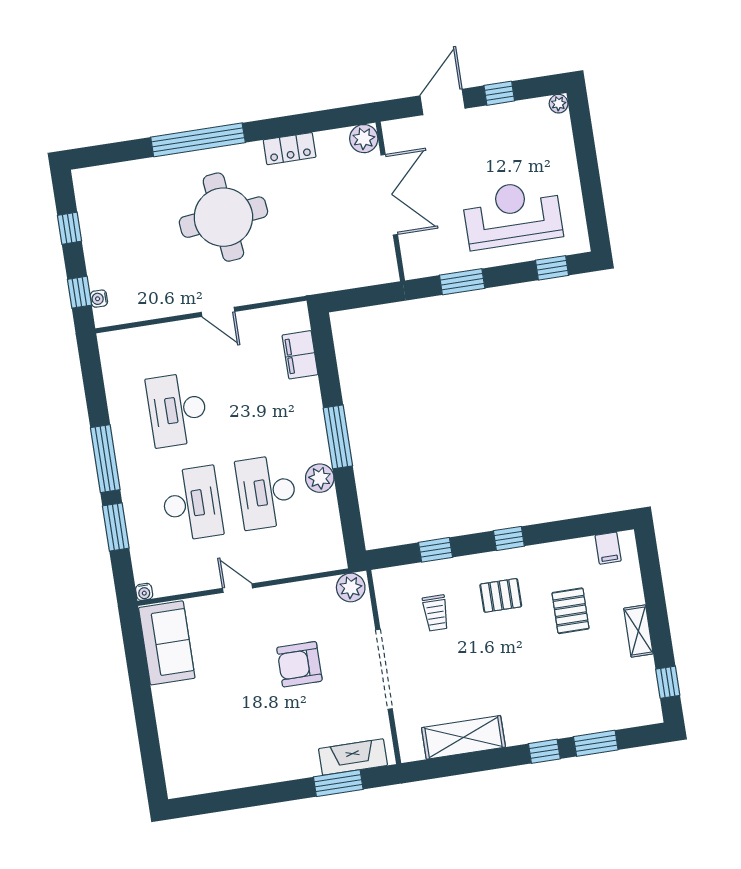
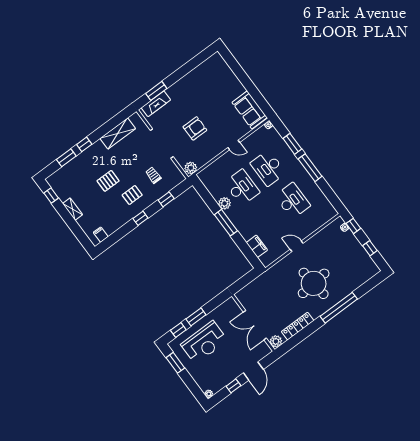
locker: (290, 149) -> (298, 326), width x1.53
window: (594, 204) -> (175, 363), added
window: (462, 282) -> (196, 317), moved
pallet: (570, 611) -> (108, 181), moved, turned 90

